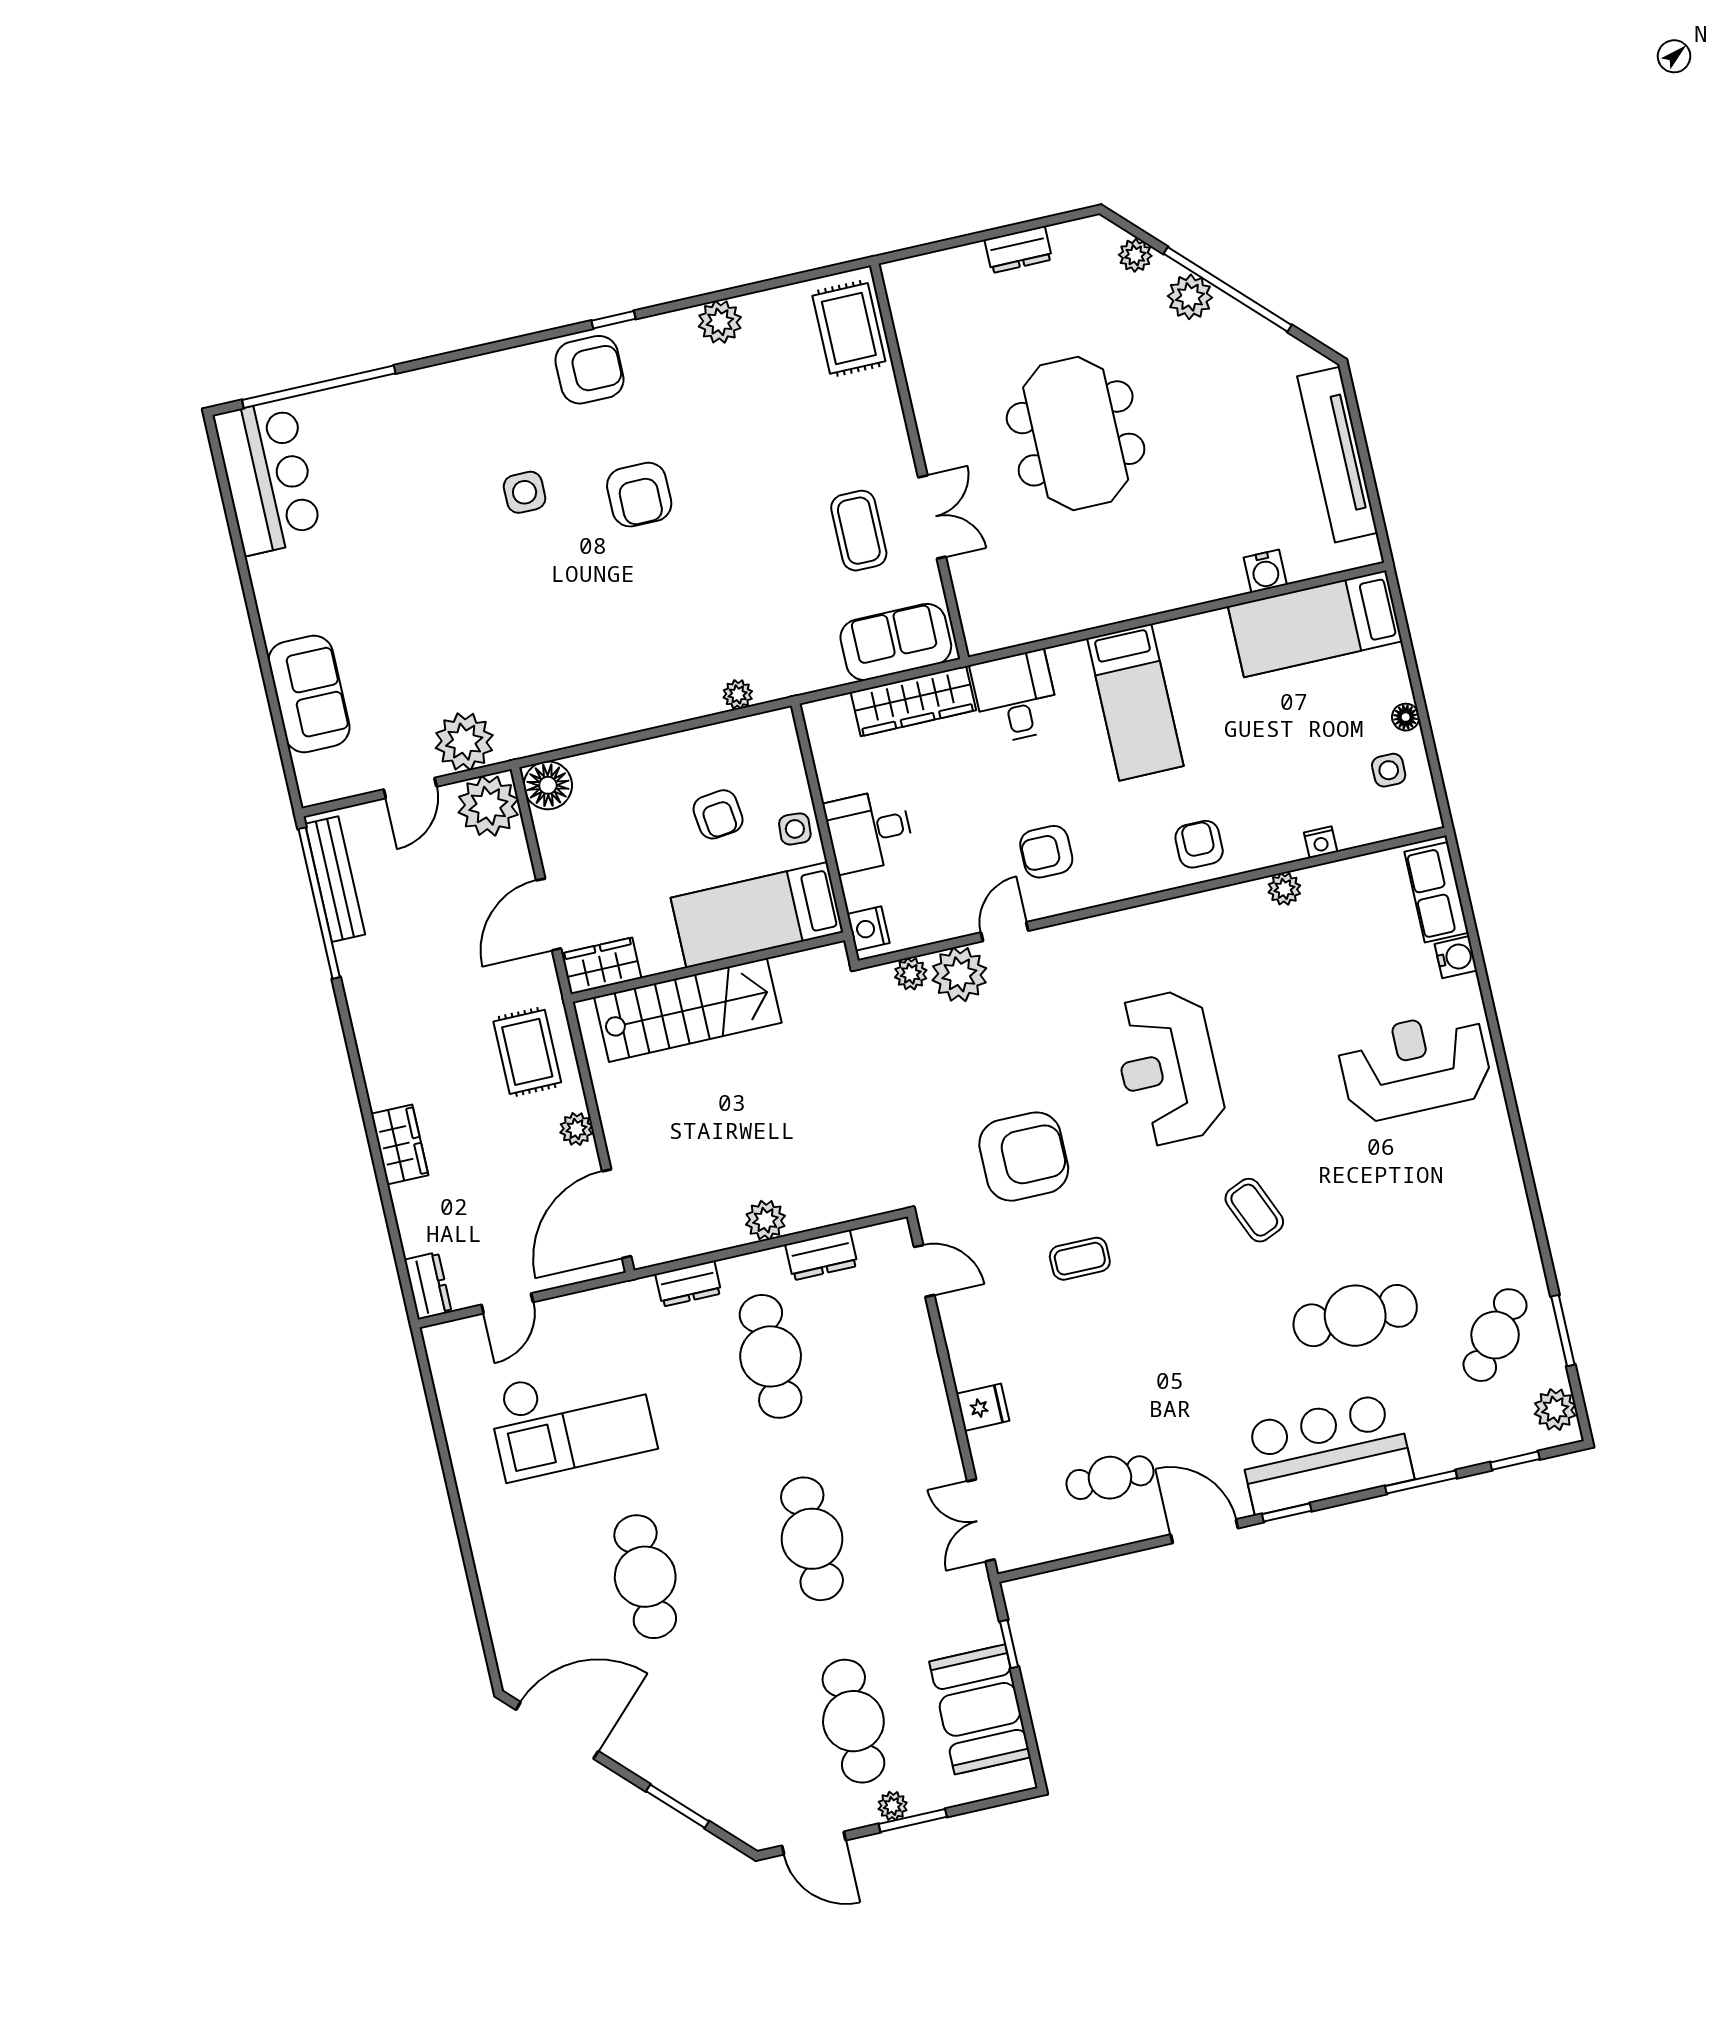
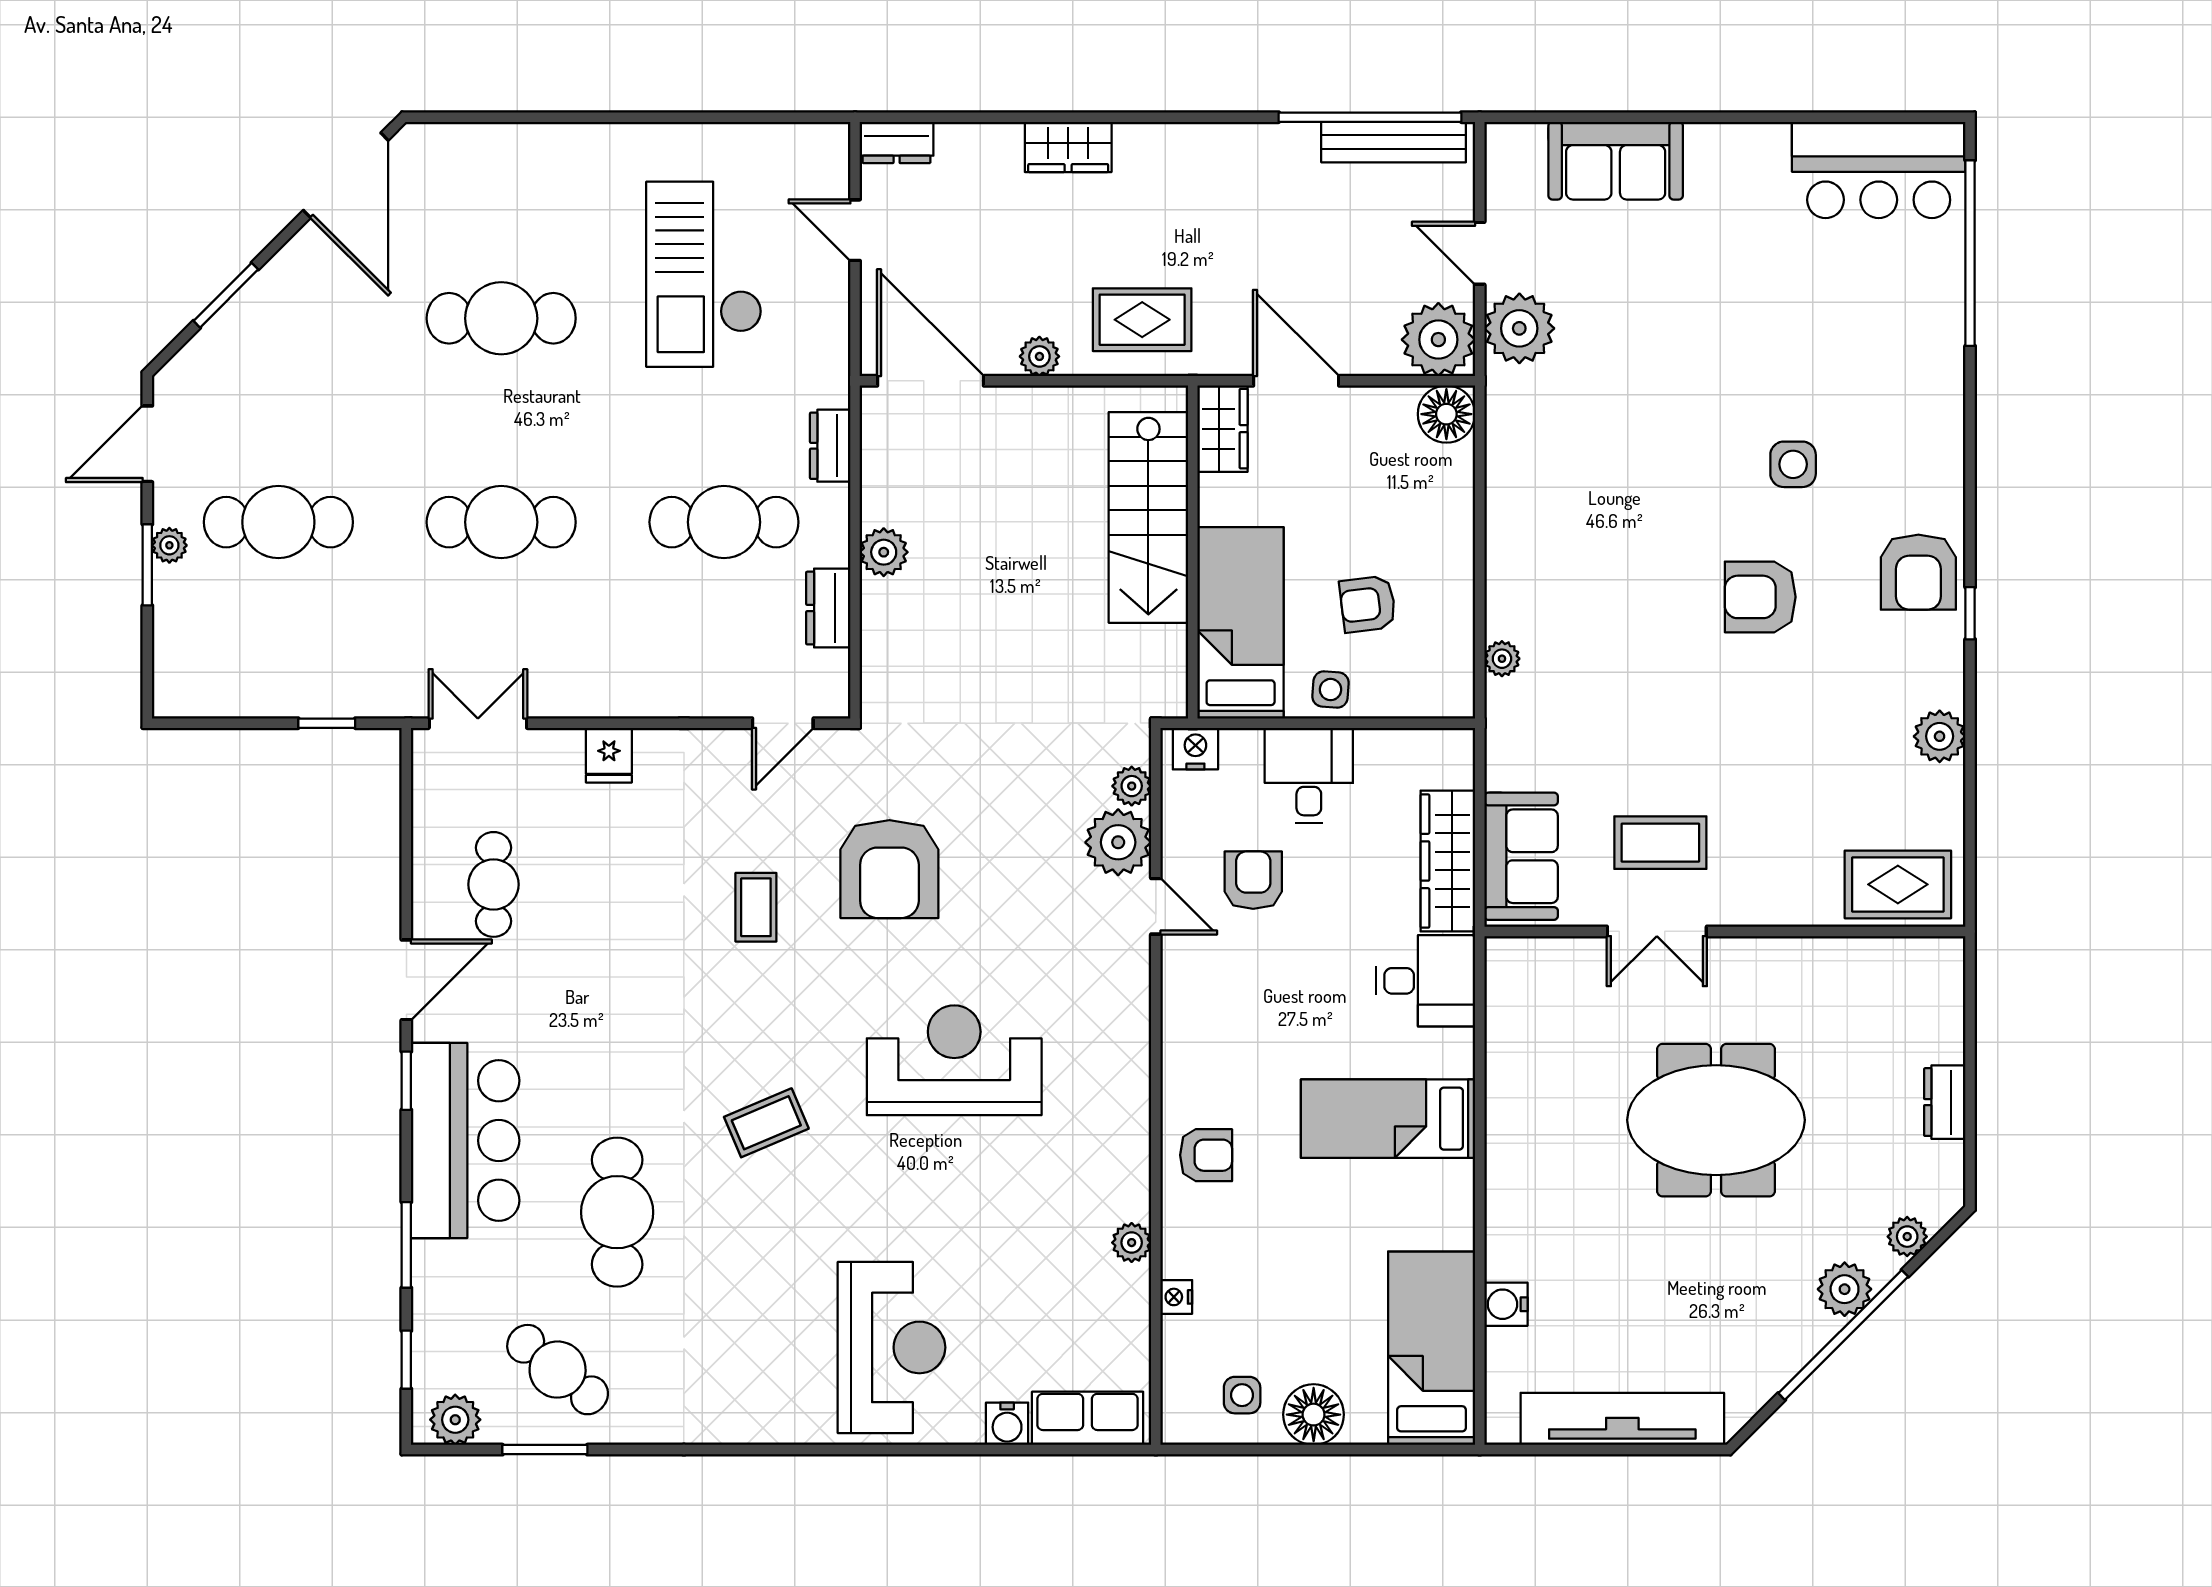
floor lamp: (1406, 717) -> (1314, 1415), width x1.89, depth x1.89
armchair: (1046, 852) -> (1253, 880), moved
booth: (980, 1709) -> (259, 672), removed

